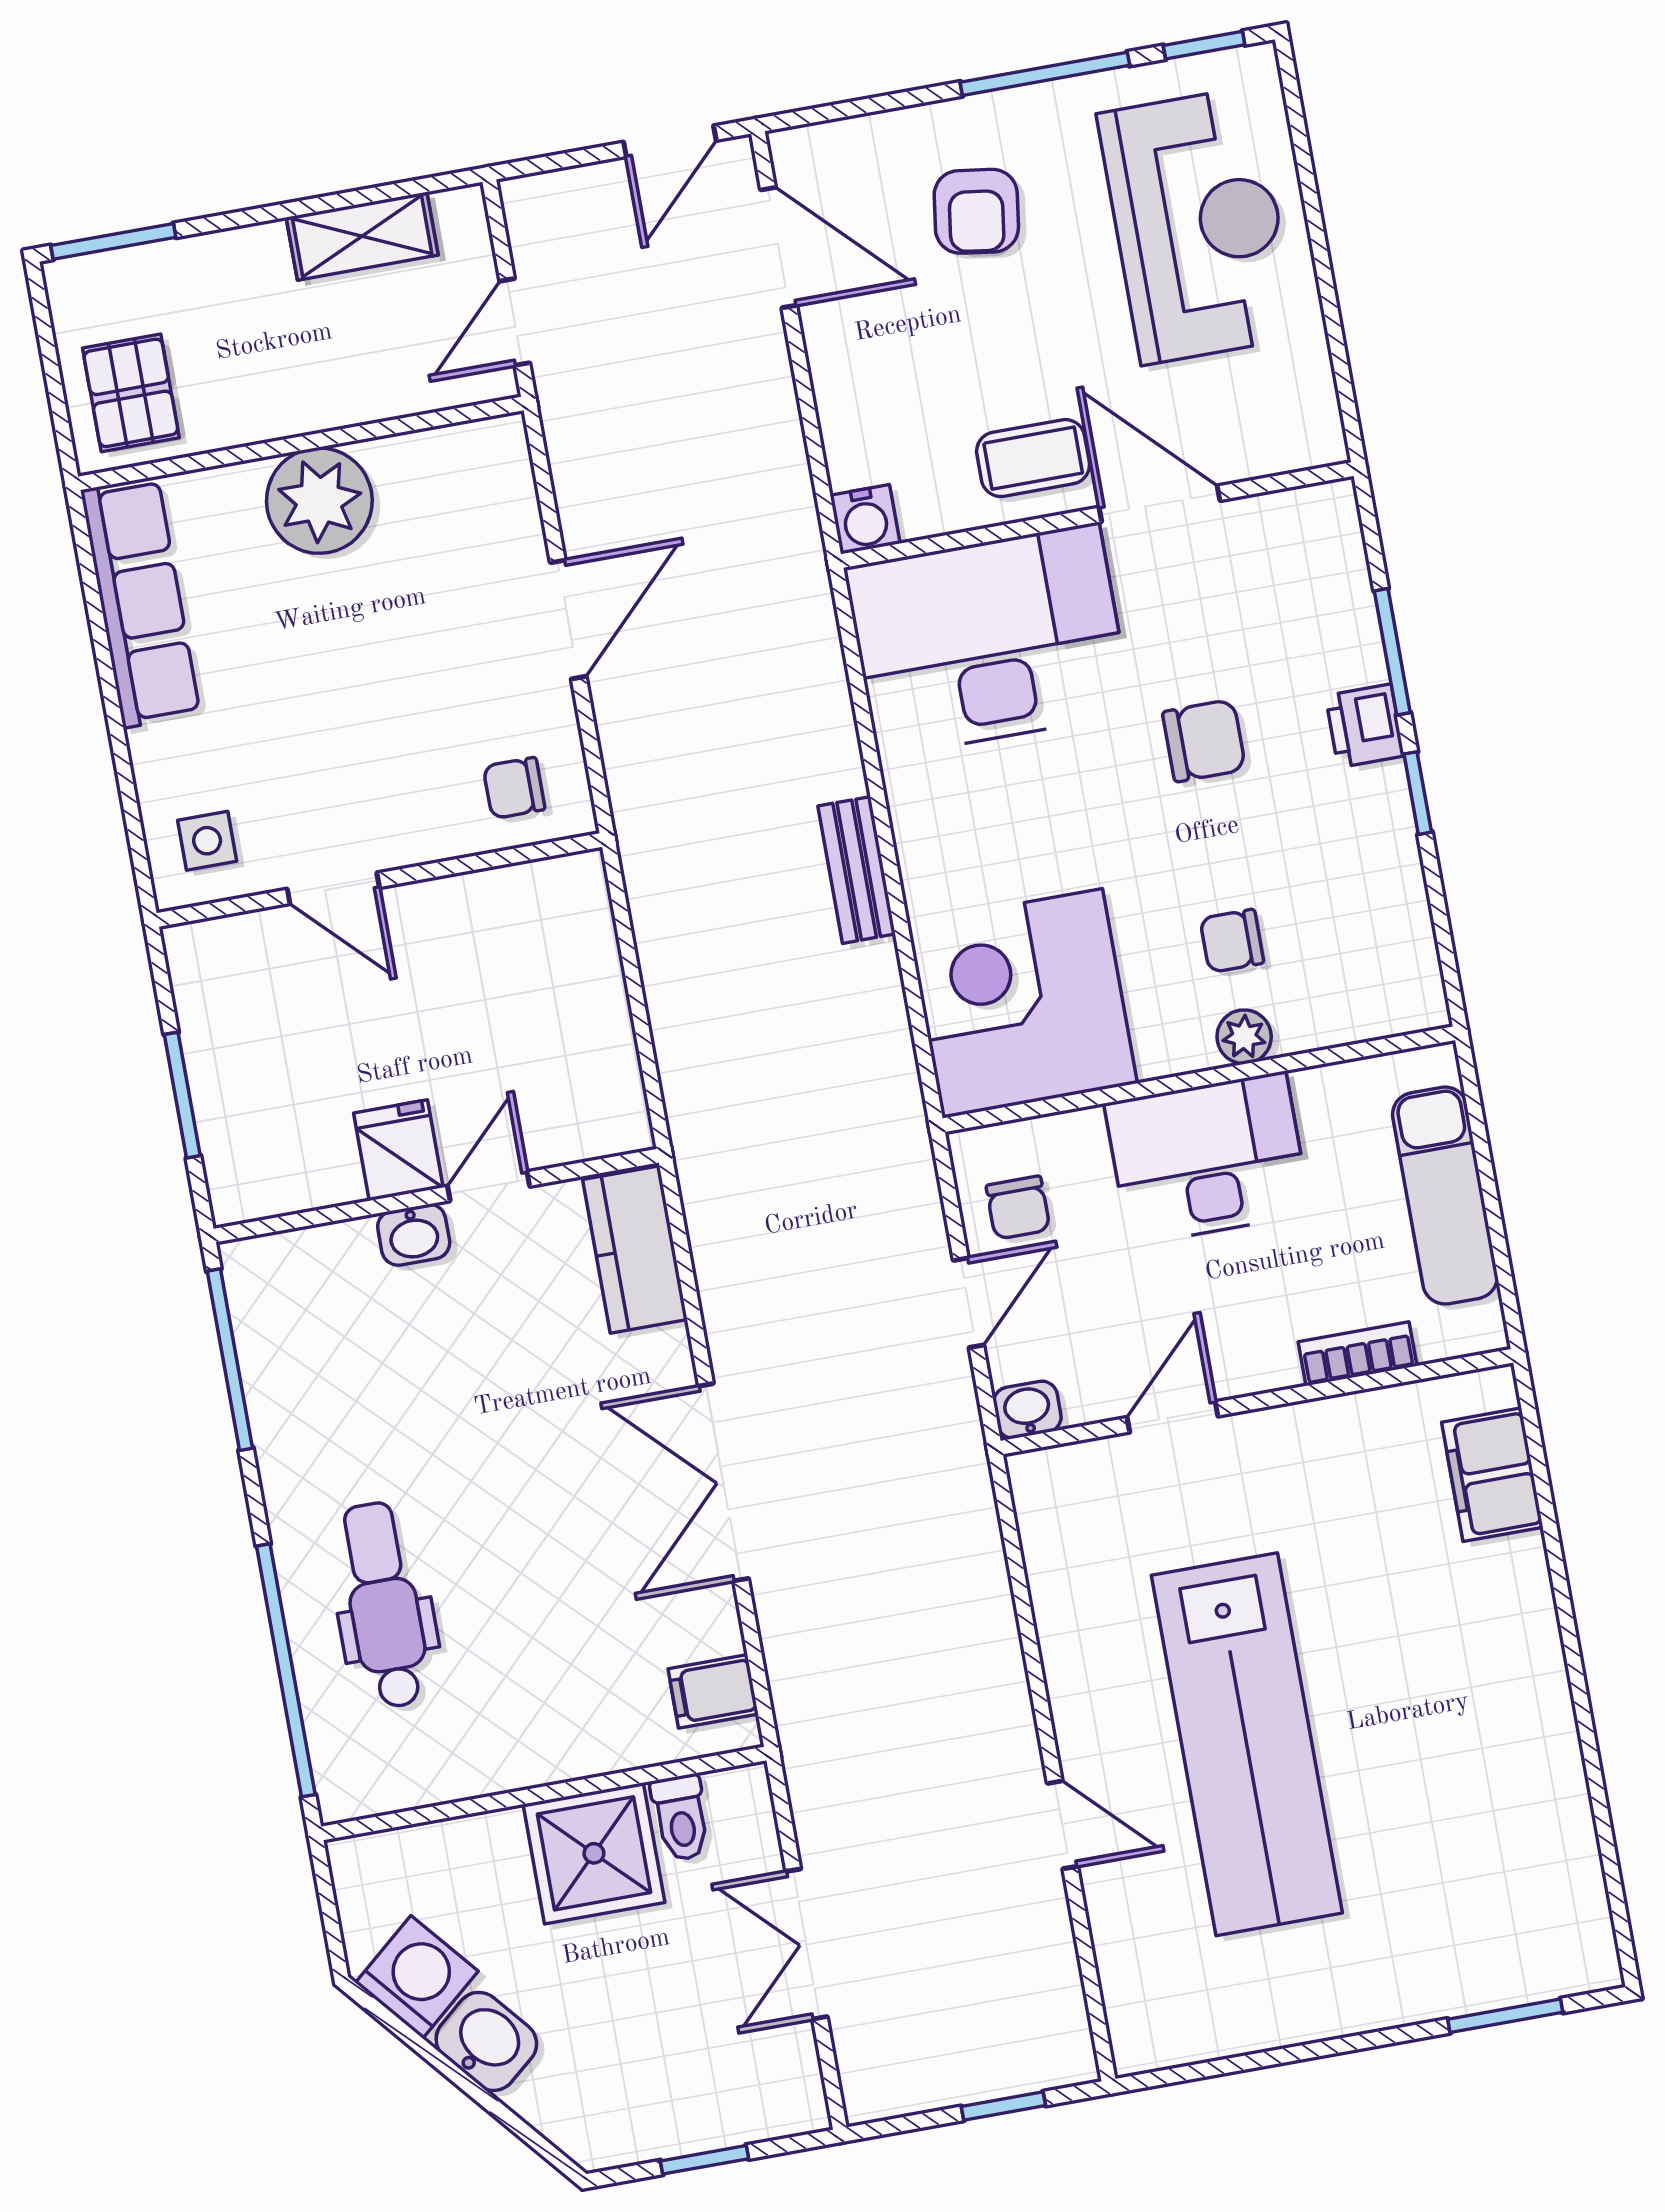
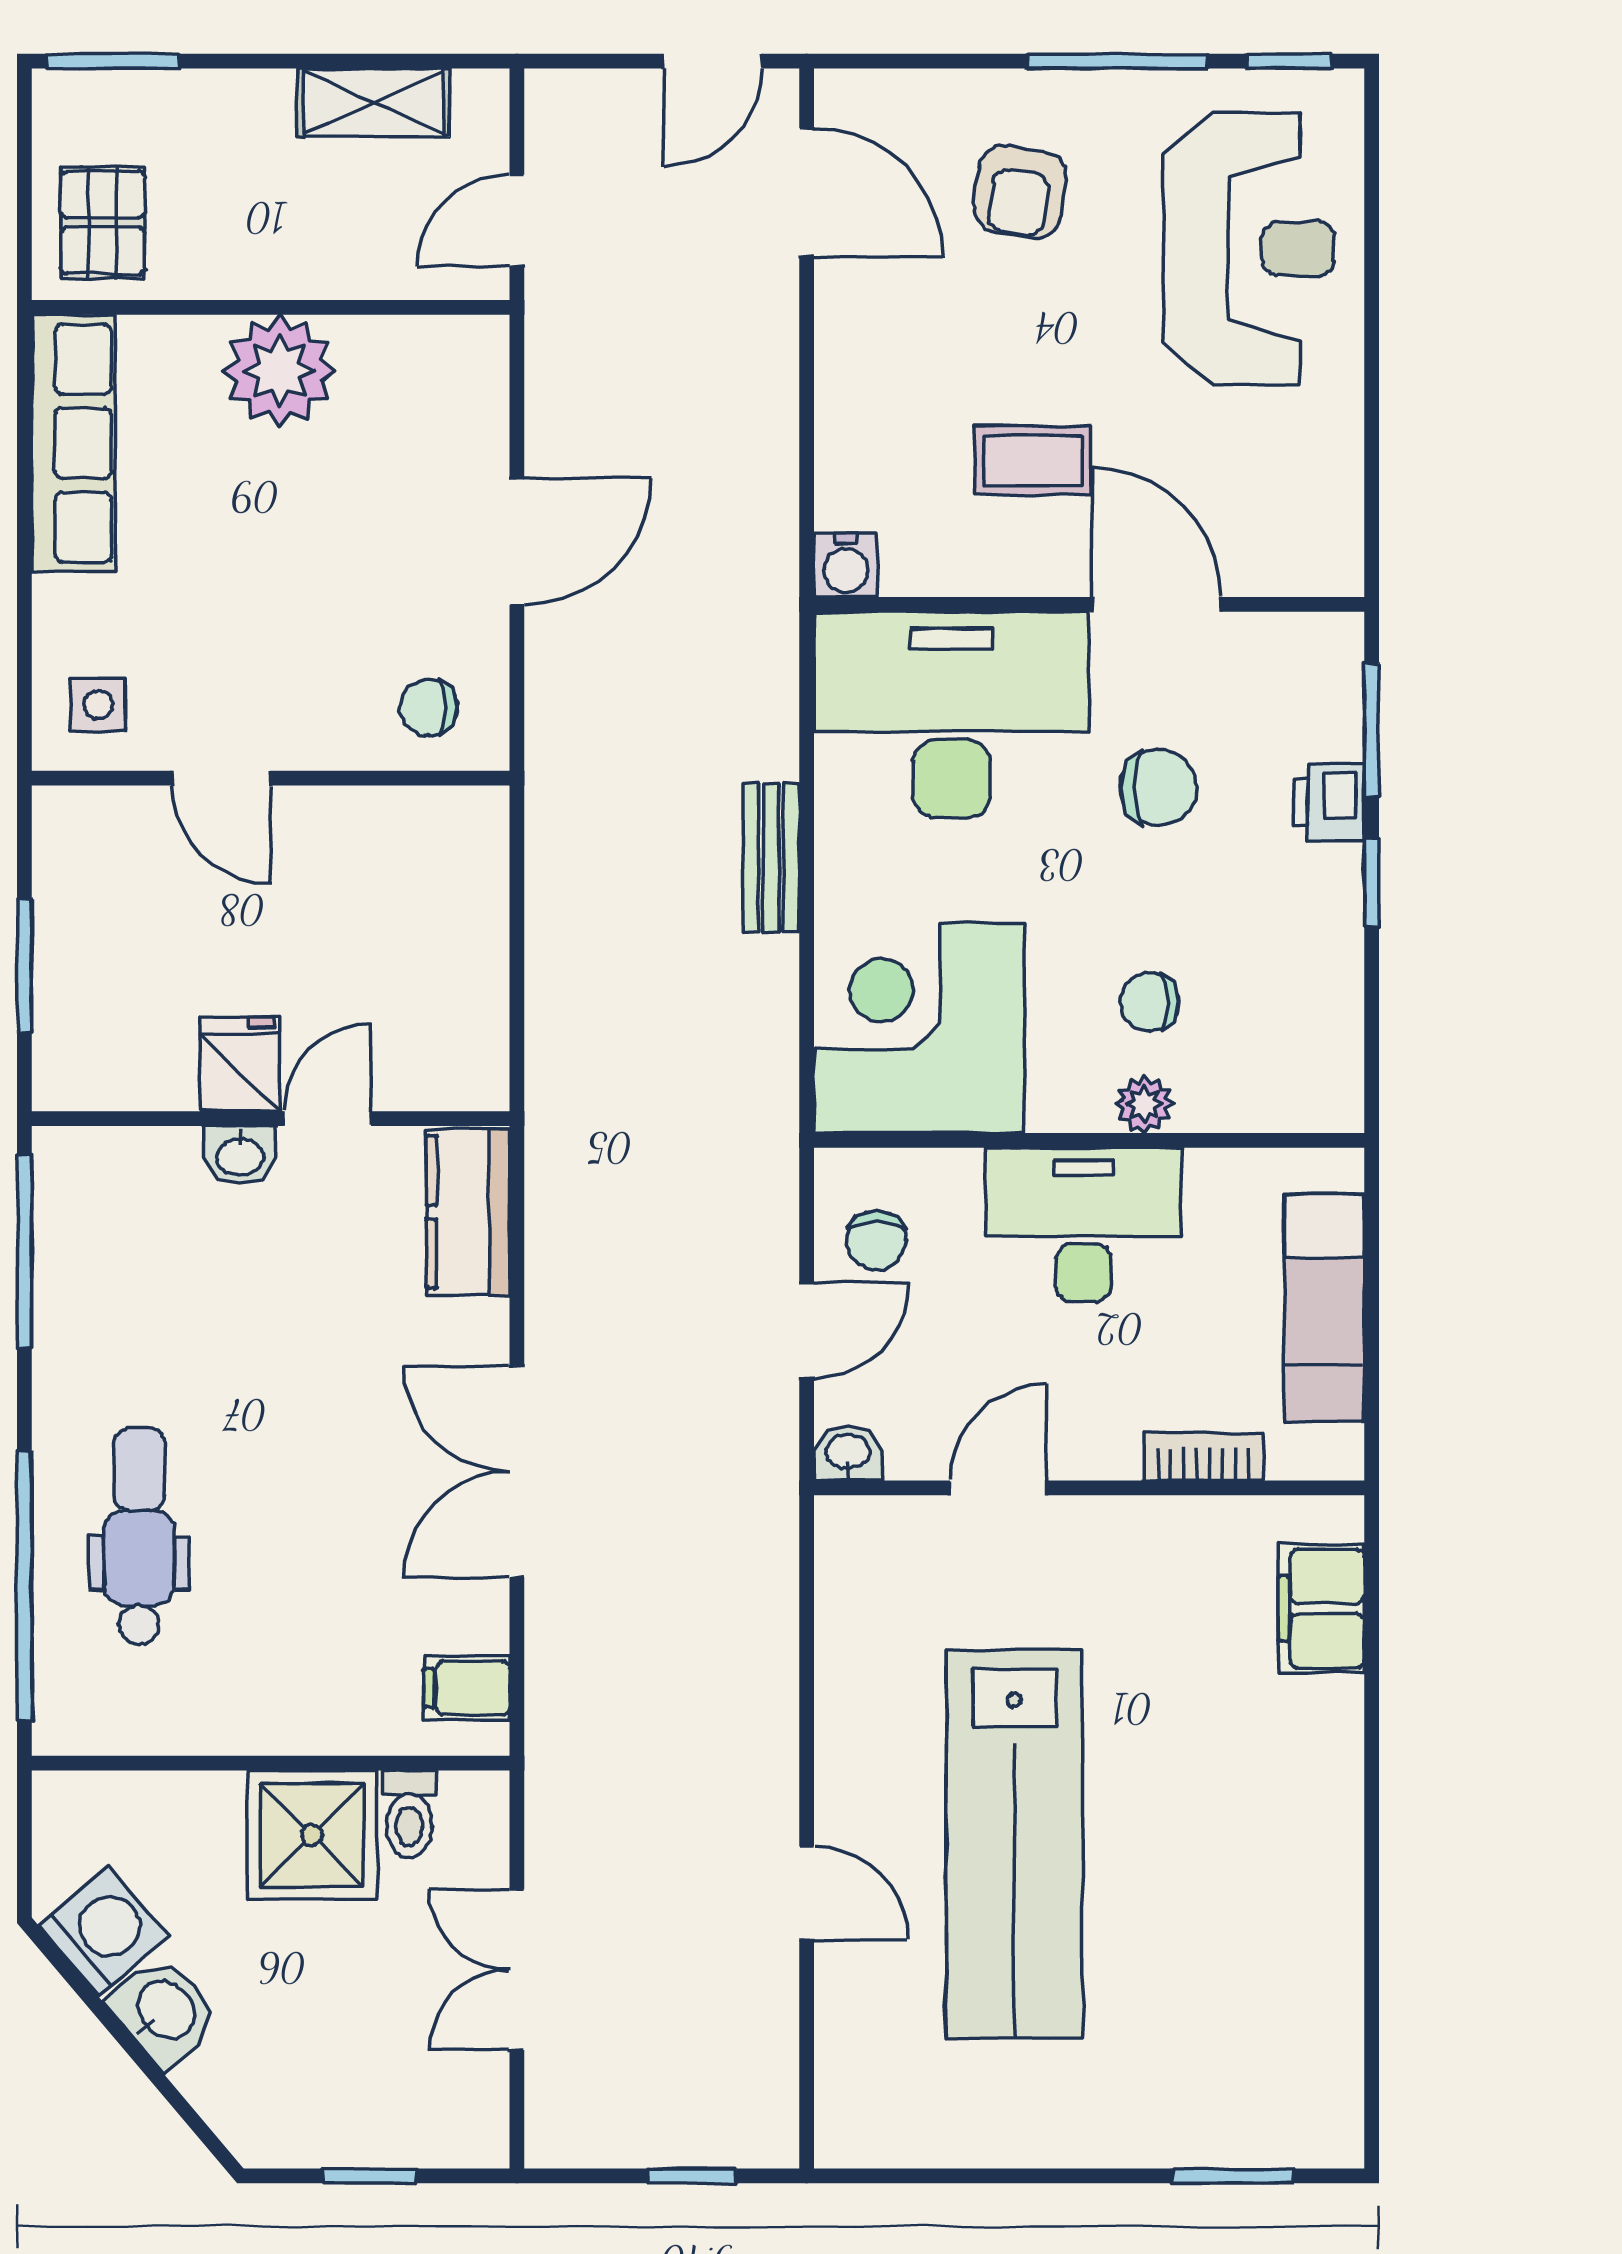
door: (1160, 504) -> (1156, 604), moved
wall: (1097, 515) -> (1089, 604), moved
water cooler: (865, 519) -> (846, 565), moved
desk: (988, 640) -> (952, 715), moved

